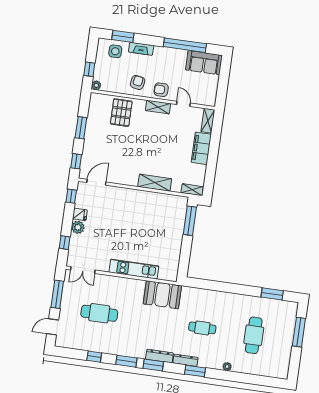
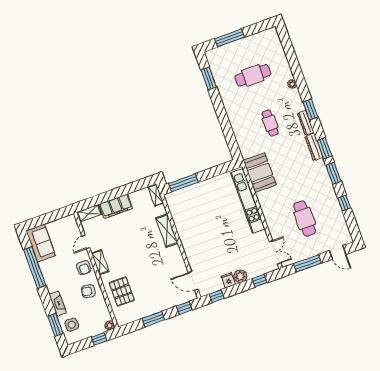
pallet: (121, 113) -> (122, 291), turned 90
kitchen unit: (134, 269) -> (248, 201), width x1.36

